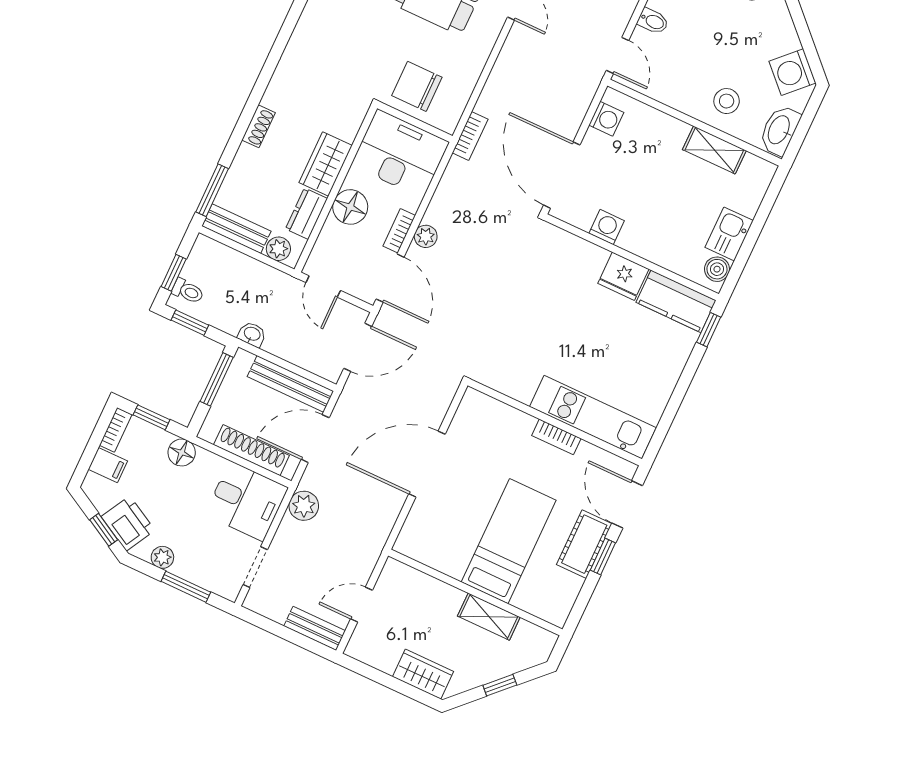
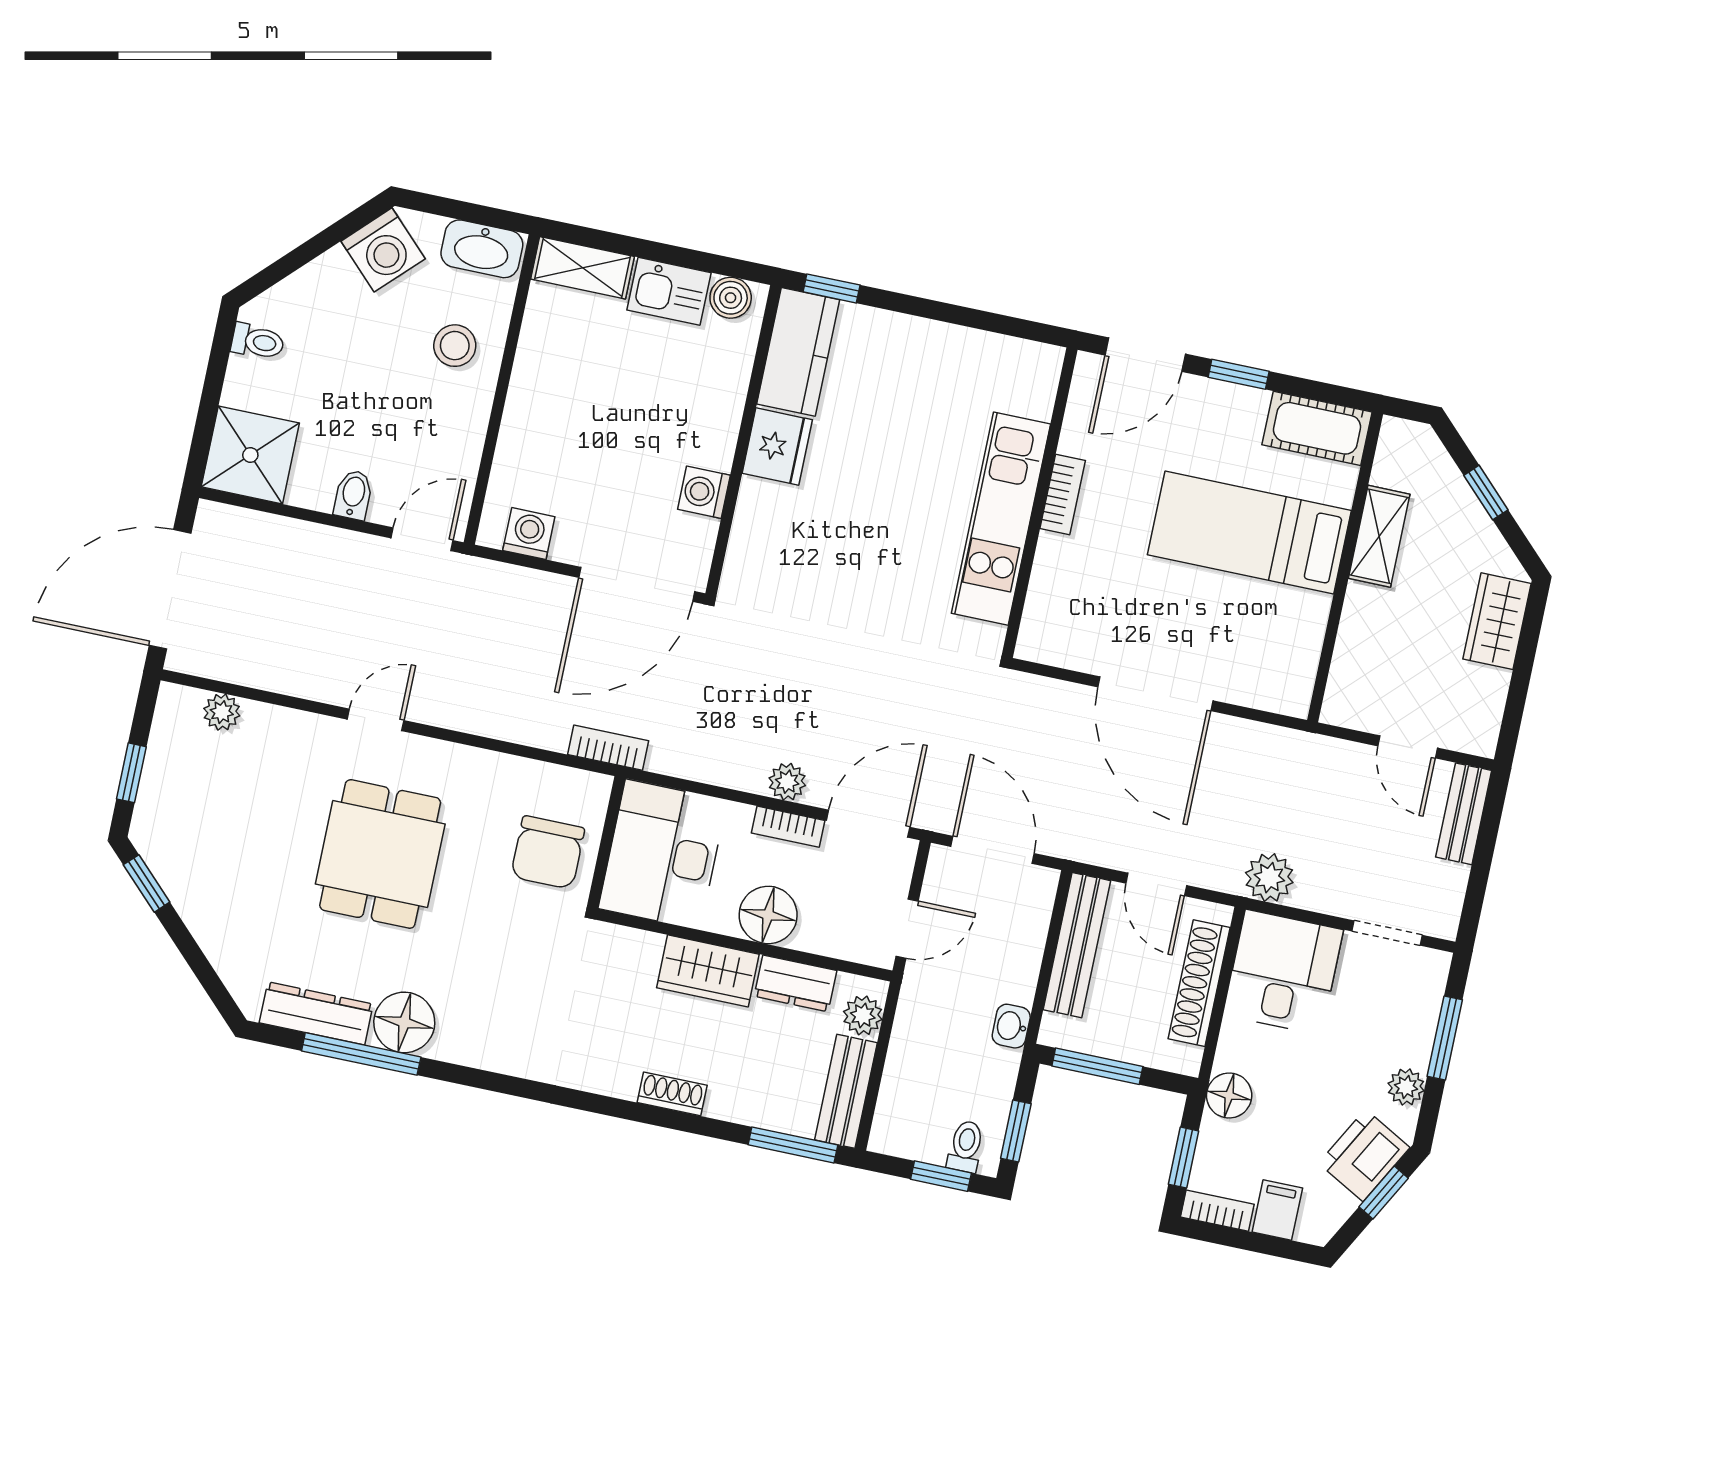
shelving: (714, 150) -> (583, 268), moved, turned 90
kitchen unit: (593, 417) -> (1001, 519), moved
door: (315, 439) -> (1156, 884), width x0.73
cot: (584, 544) -> (1317, 428), moved

